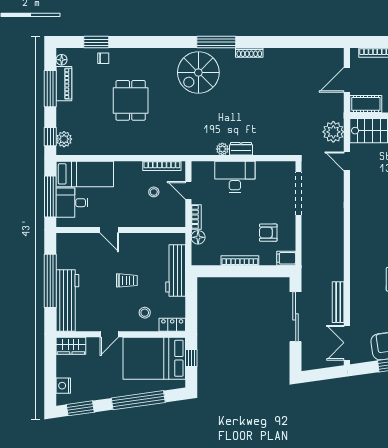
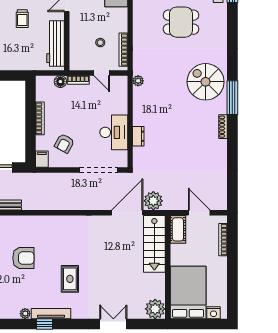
plant: (222, 149) -> (138, 81), moved
dresser: (241, 149) -> (138, 136), moved
door: (347, 161) -> (127, 213), width x1.88
desk: (235, 177) -> (114, 132), moved
door: (188, 190) -> (102, 73), swing flipped
armchair: (268, 233) -> (64, 143), turned -151
workbench: (176, 270) -> (56, 44), moved, turned -90

